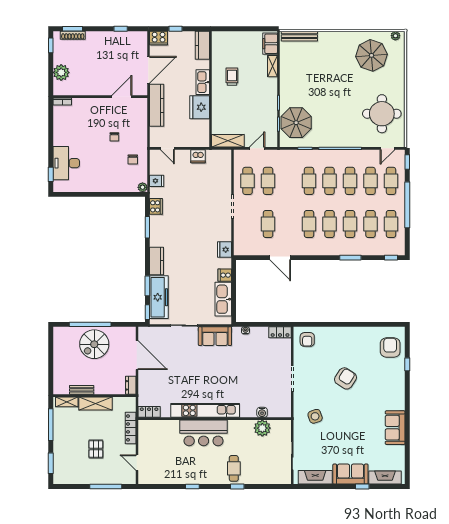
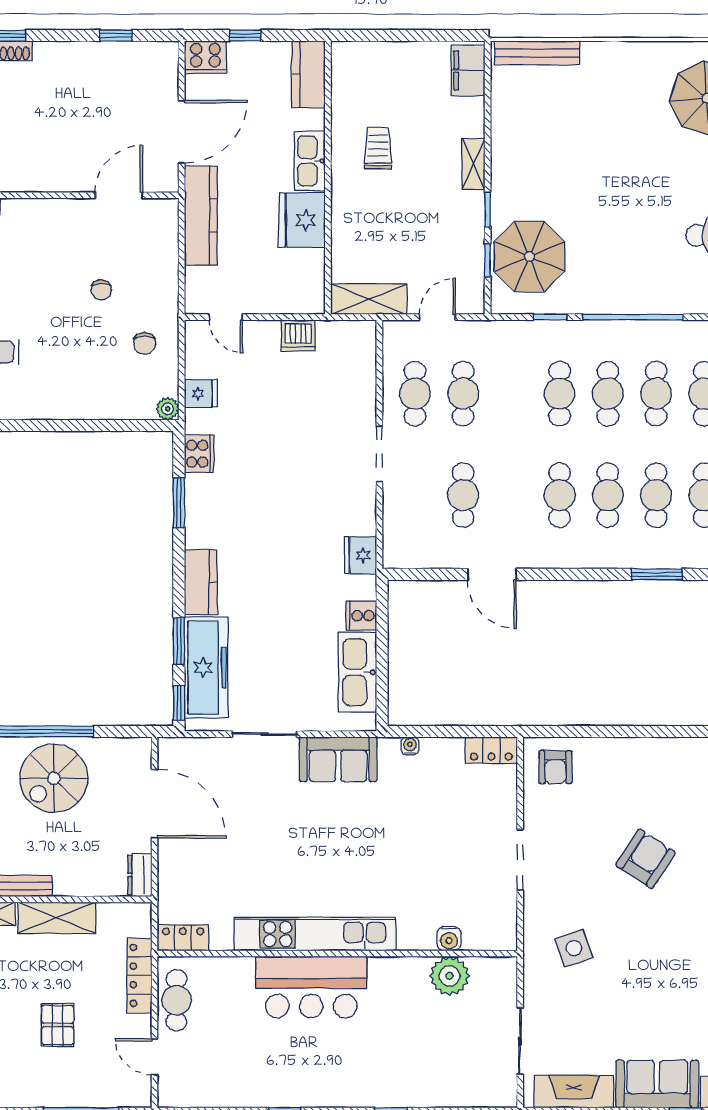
shelving: (272, 66) -> (474, 164), moved
cafe table: (234, 468) -> (176, 1000), moved

